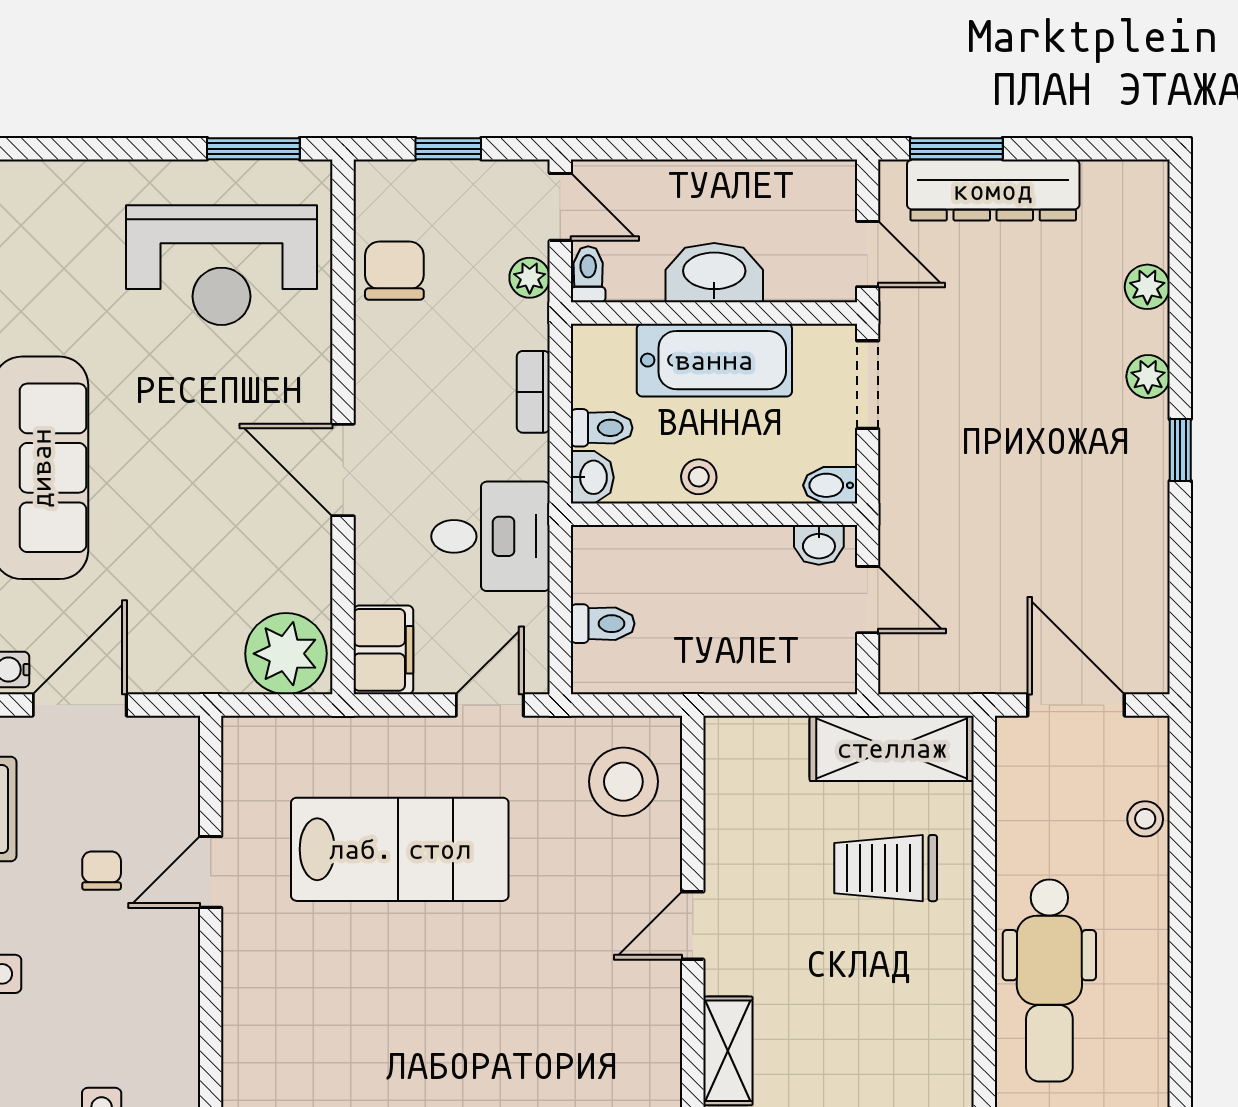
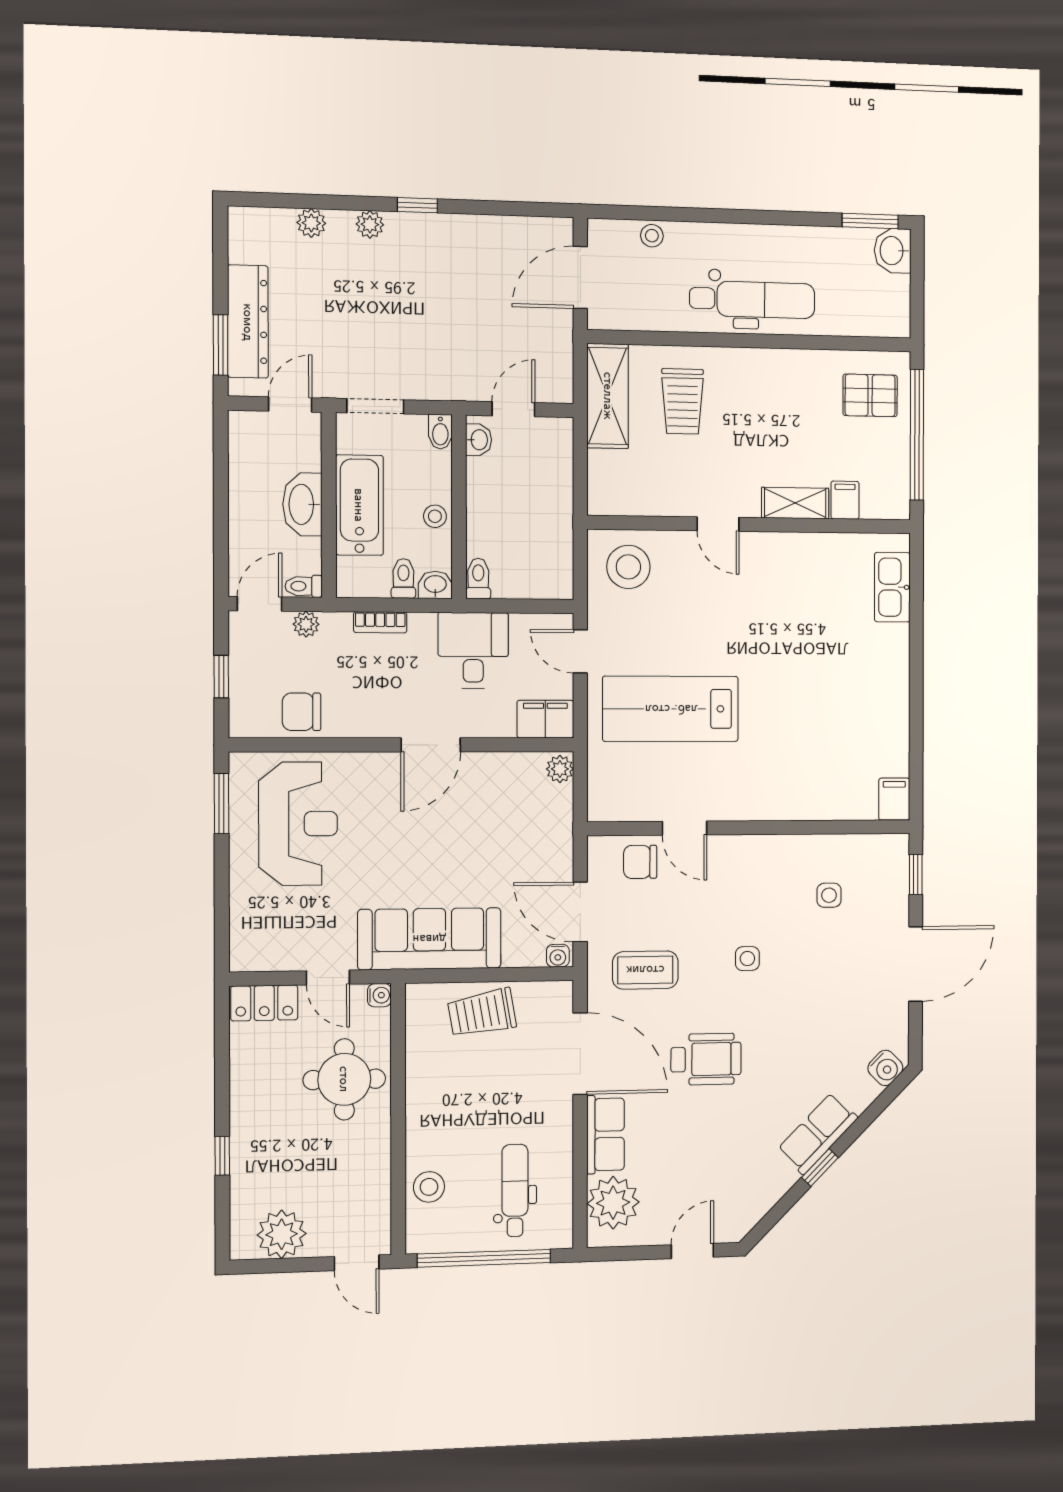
toilet: (603, 624) -> (478, 579), moved
plant: (286, 654) -> (560, 769), width x0.53, depth x0.53
lab bench: (400, 849) -> (671, 709), turned -90
chair: (102, 871) -> (640, 862), moved, width x1.37, depth x1.37

